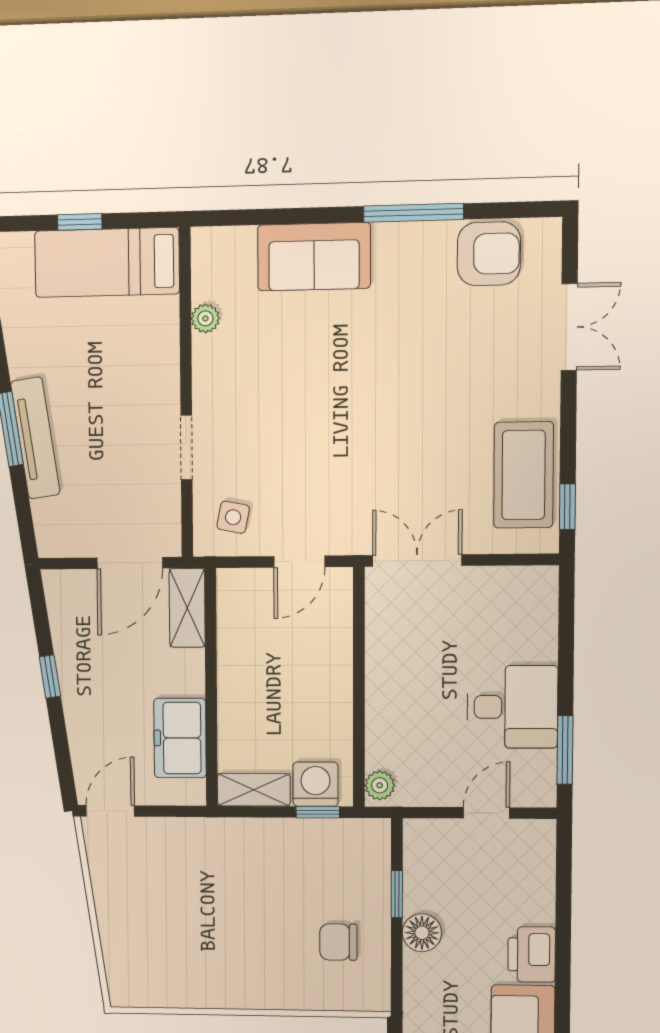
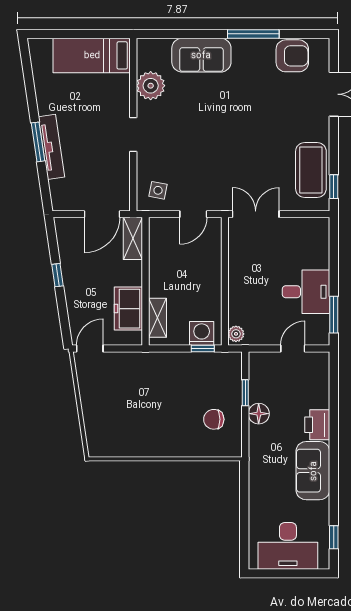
window: (80, 222) -> (77, 34), removed
plant: (205, 318) -> (151, 86), width x1.88, depth x1.88
doorway: (187, 448) -> (133, 135), moved
shelving: (254, 790) -> (157, 318), moved, turned 90

